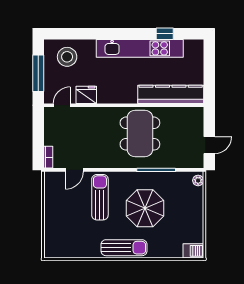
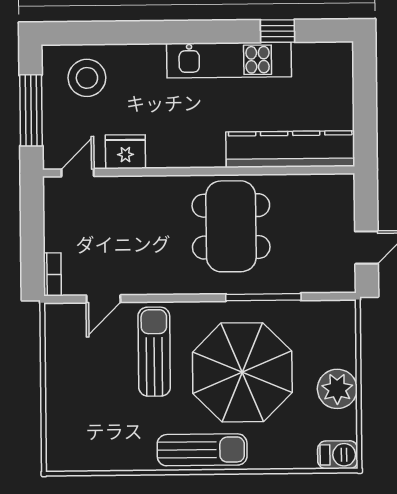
kitchen unit: (140, 48) -> (229, 60), width x0.73
plant: (198, 180) -> (337, 389), moved, width x1.88, depth x1.88
parasol: (145, 208) -> (242, 372), width x1.36, depth x1.36

